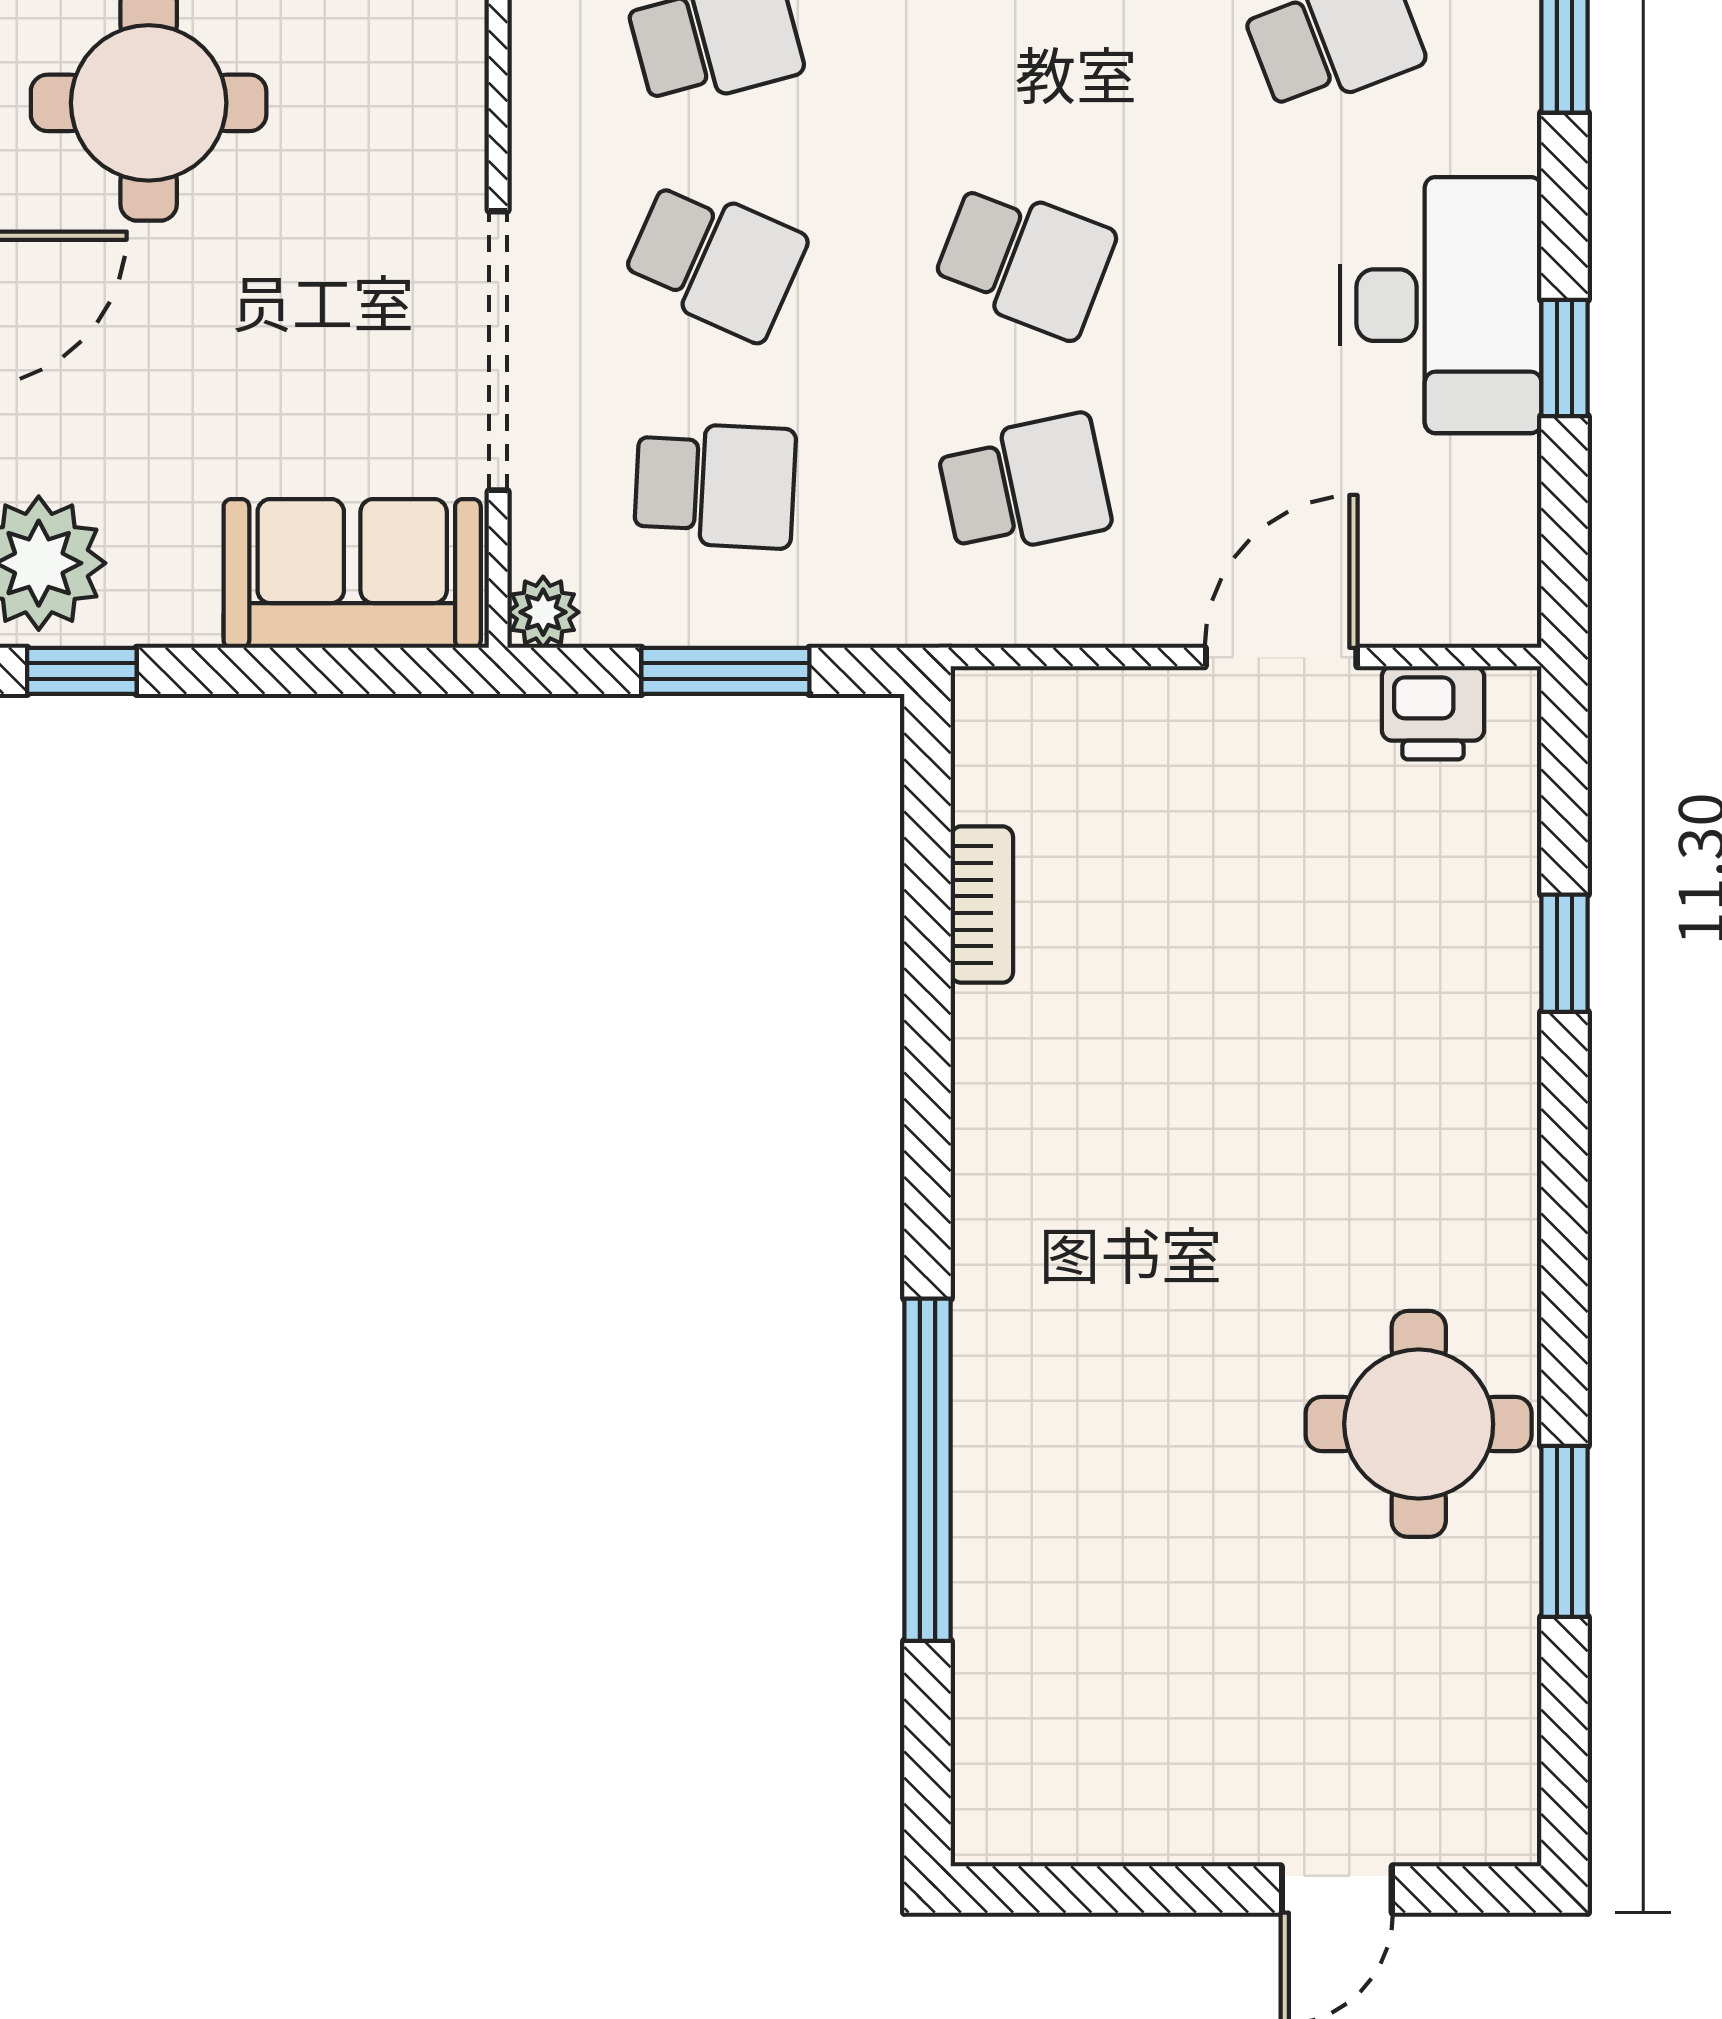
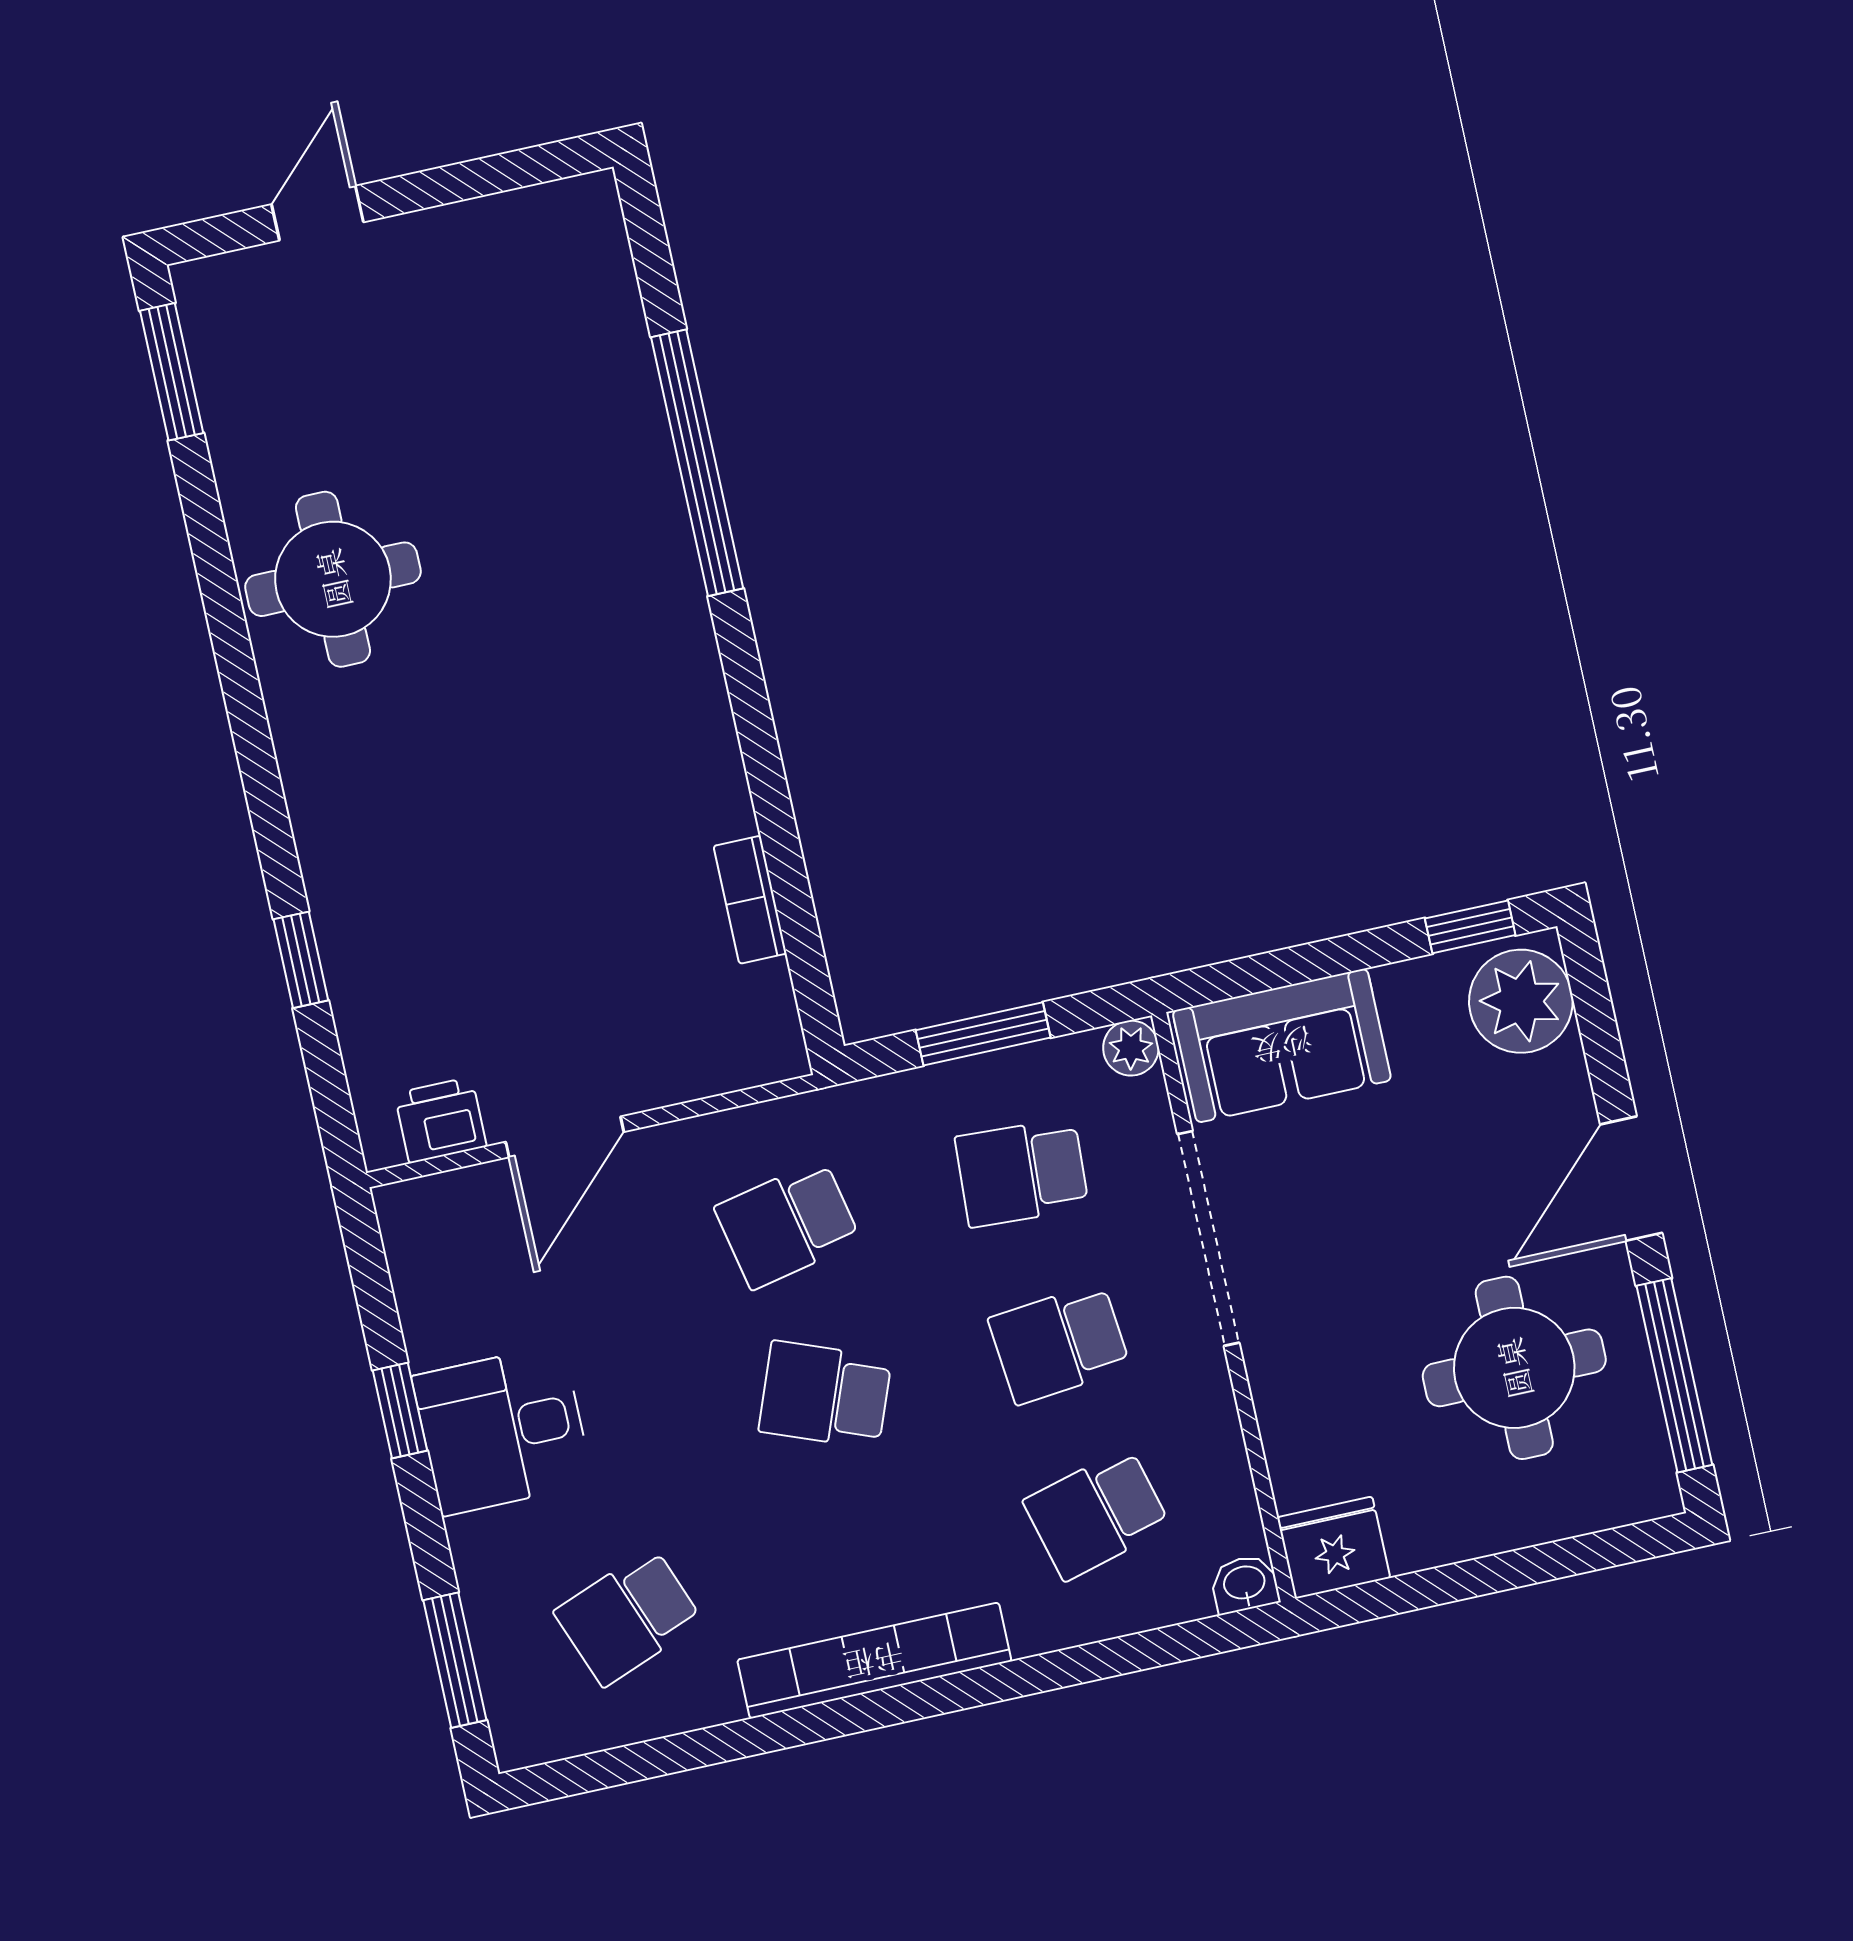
school desk: (715, 260) -> (1059, 1343), turned -30
desk: (1441, 305) -> (502, 1430), width x0.73
window: (1565, 1531) -> (172, 372), moved

